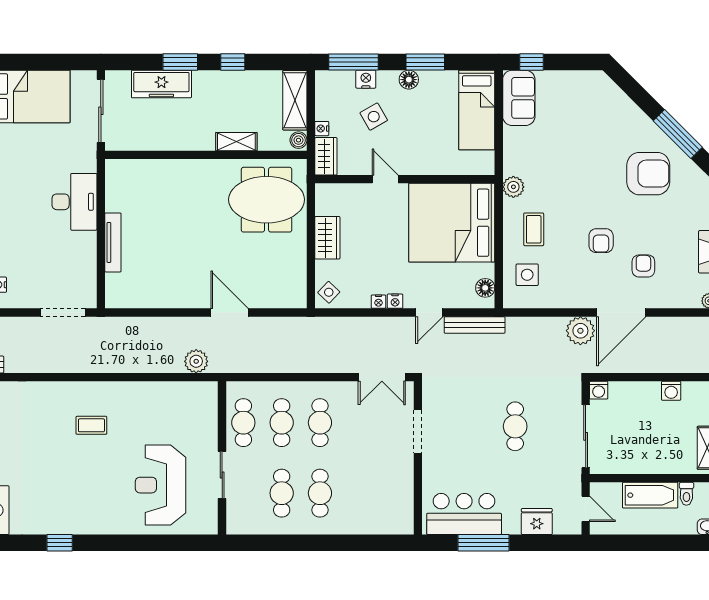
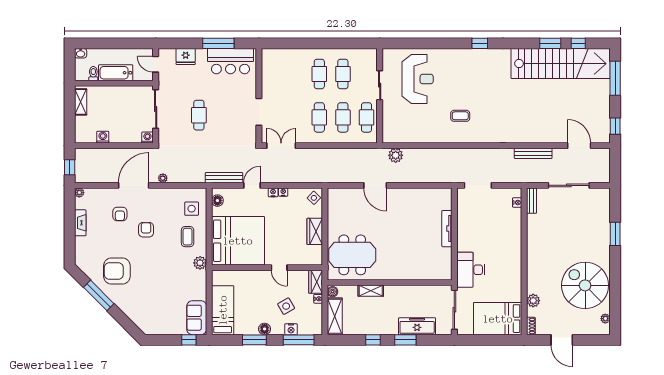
desk: (74, 202) -> (471, 270), moved
plant: (580, 331) -> (163, 178), width x0.53, depth x0.53

